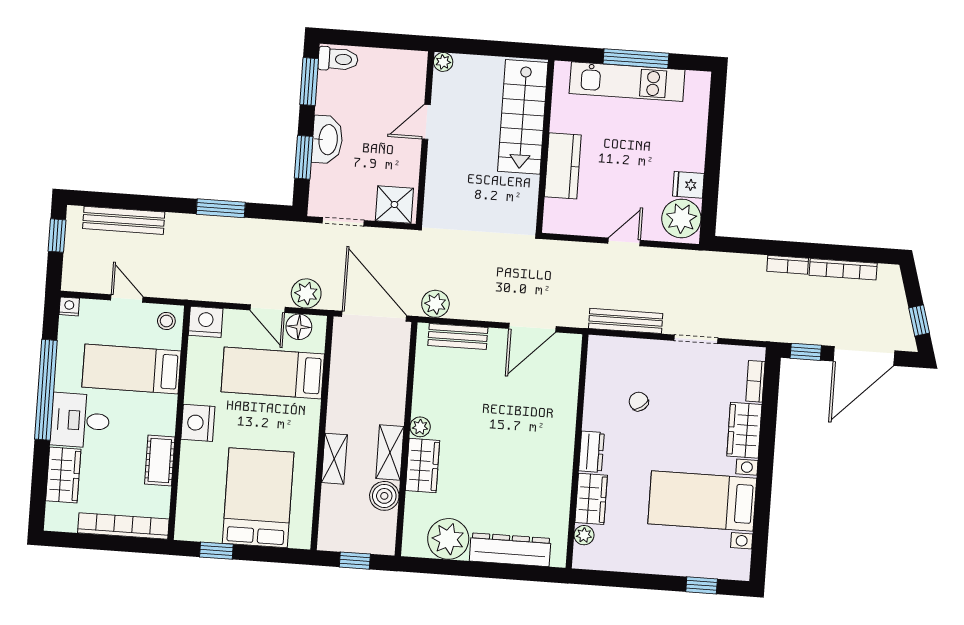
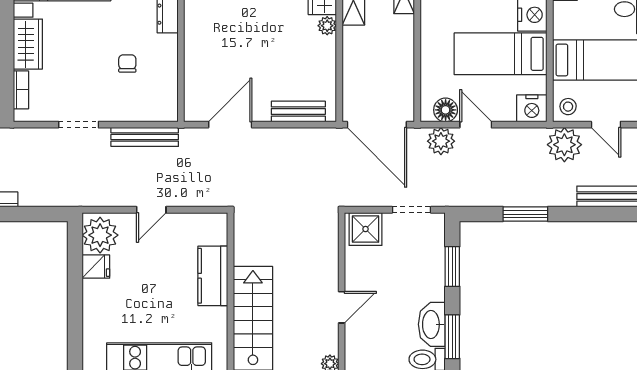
washbasin: (327, 140) -> (432, 324), moved
plant: (435, 304) -> (564, 145), moved, width x1.36, depth x1.36
bed: (273, 373) -> (501, 54), moved, turned 180
chair: (639, 401) -> (127, 64), turned -144

